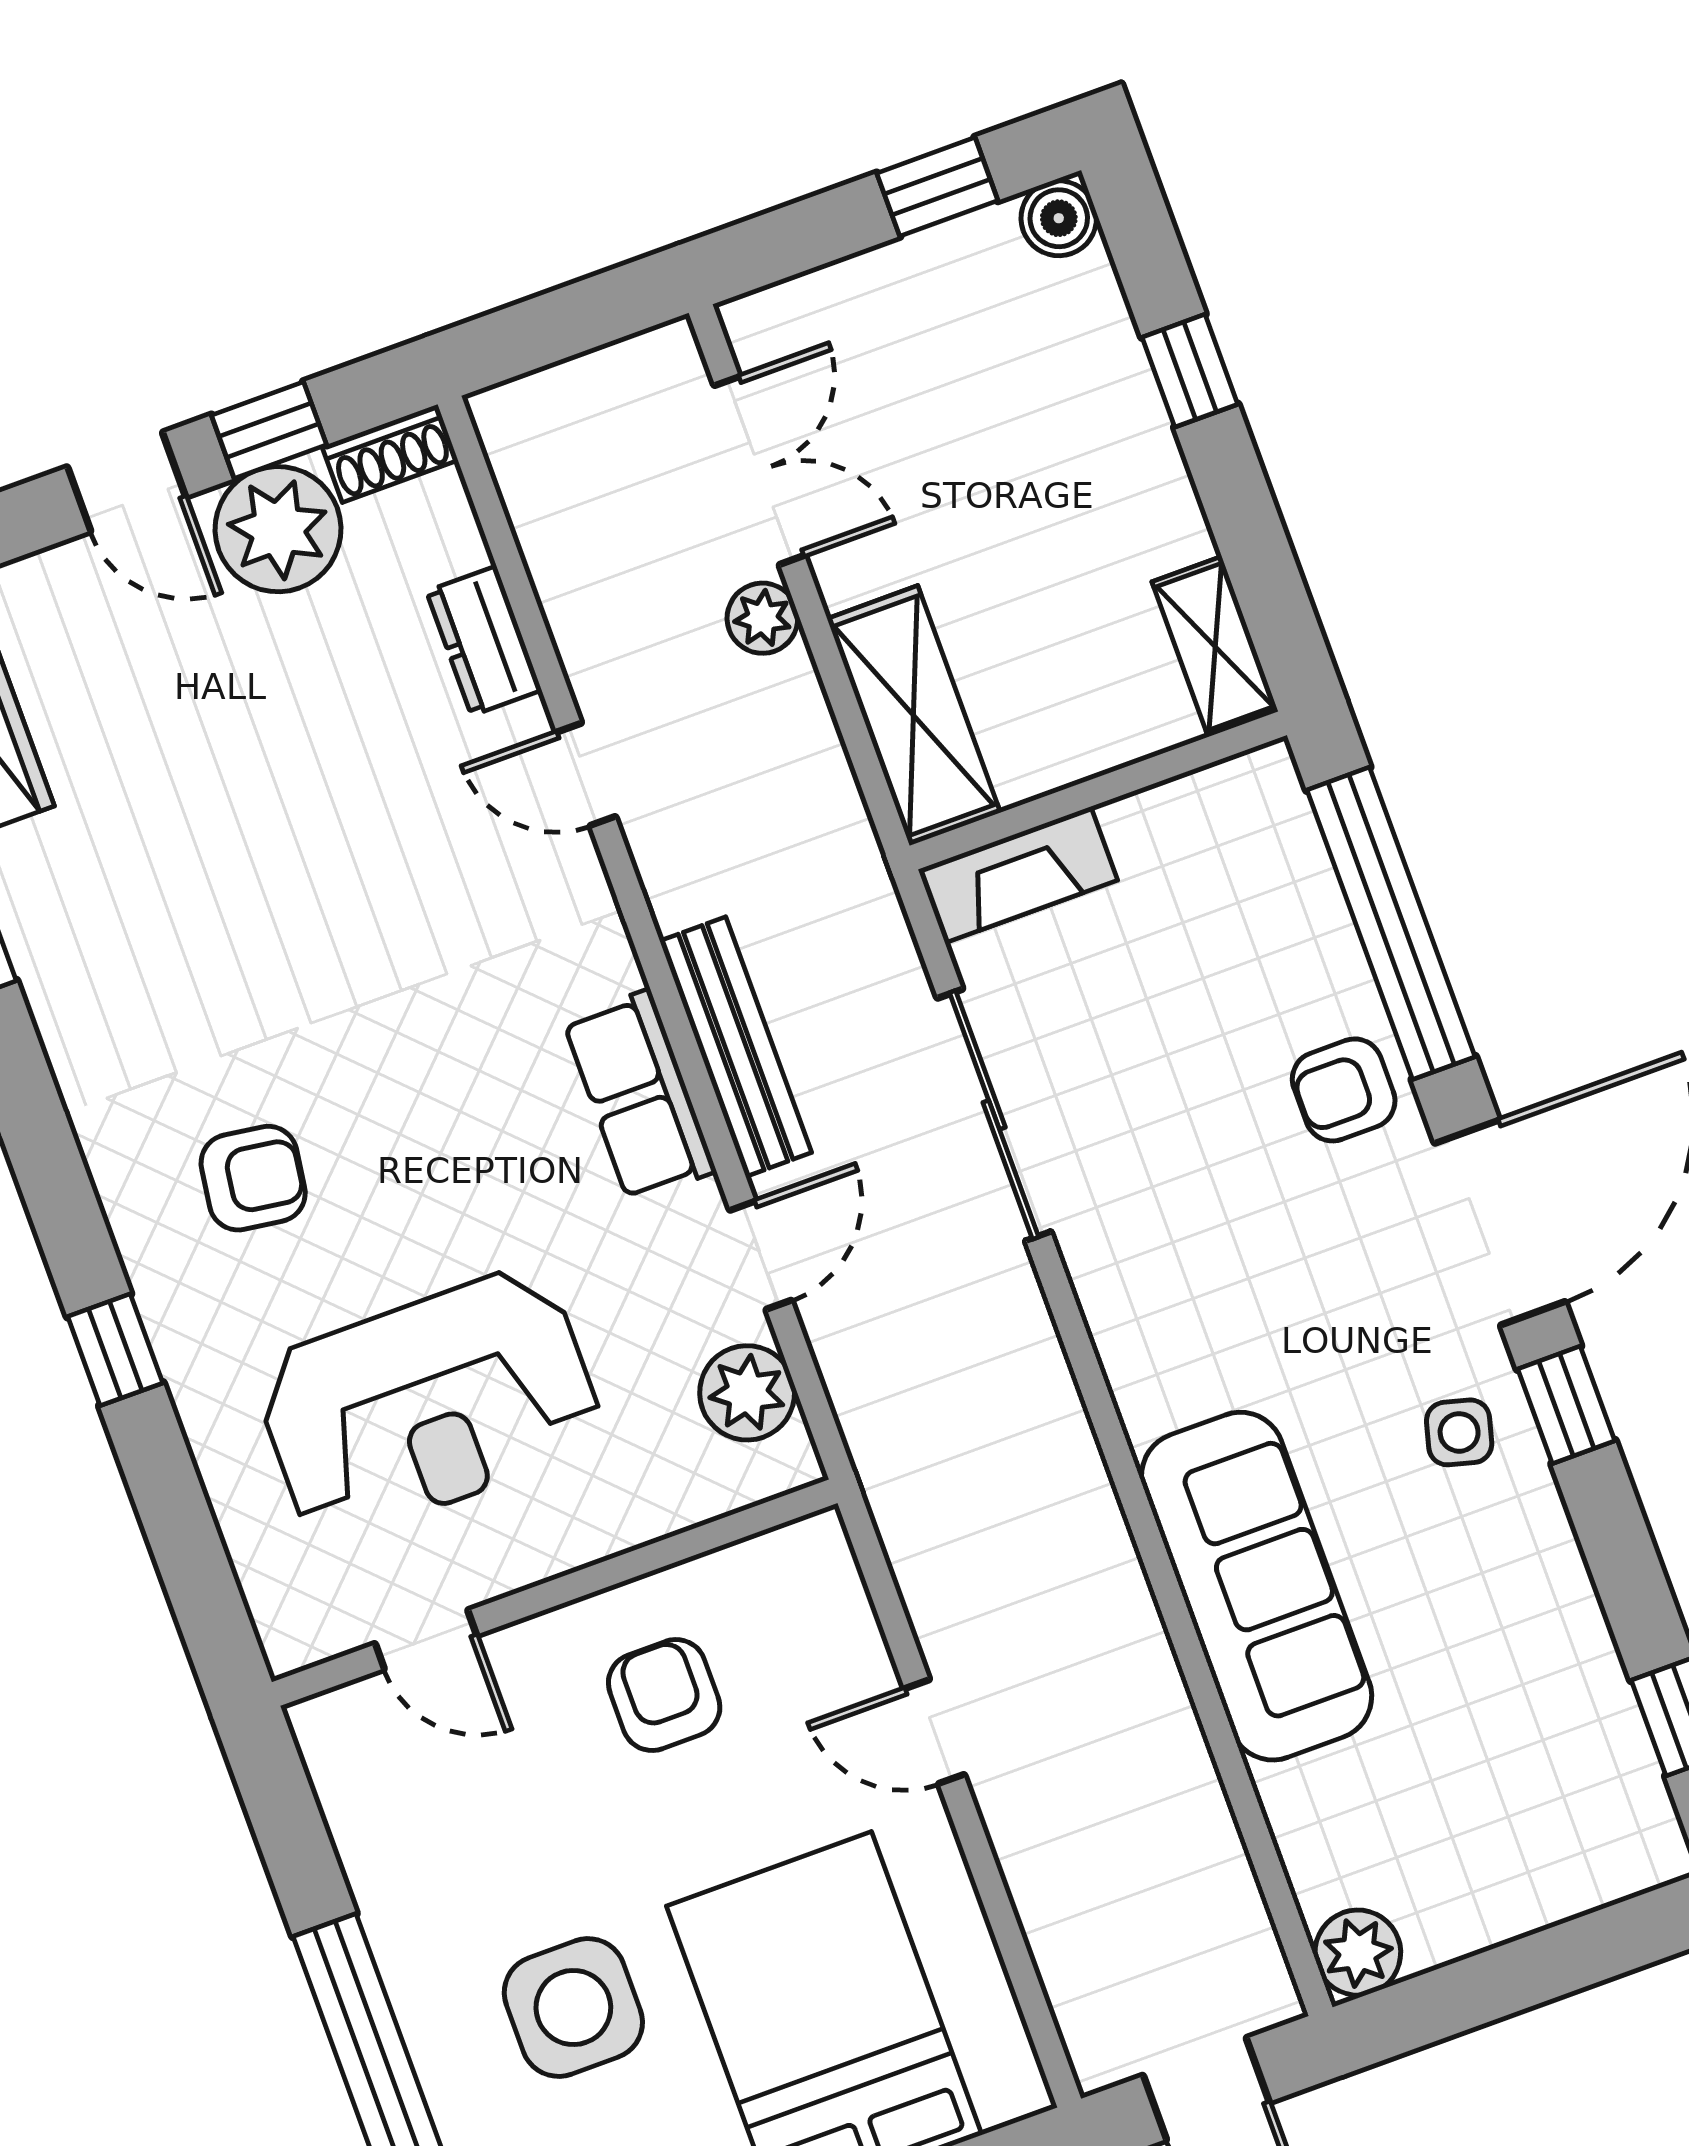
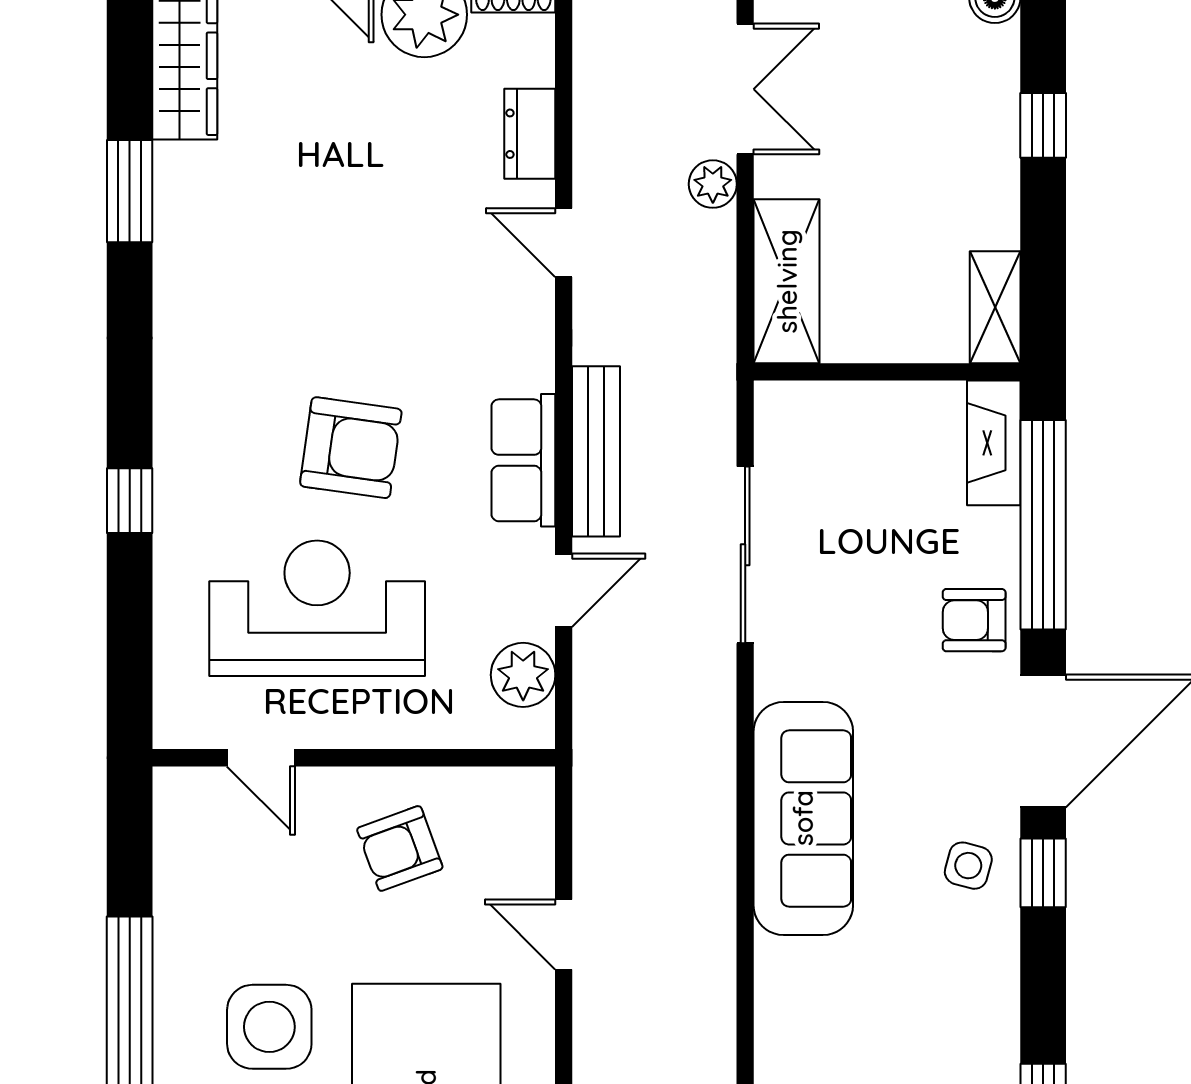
fireplace: (1018, 875) -> (994, 443), moved, turned 90
armchair: (253, 1178) -> (351, 448), moved, width x1.38, depth x1.38
reception desk: (429, 1404) -> (317, 608), turned 180
sofa: (1257, 1586) -> (803, 818), moved
armchair: (664, 1695) -> (400, 848), turned -110

